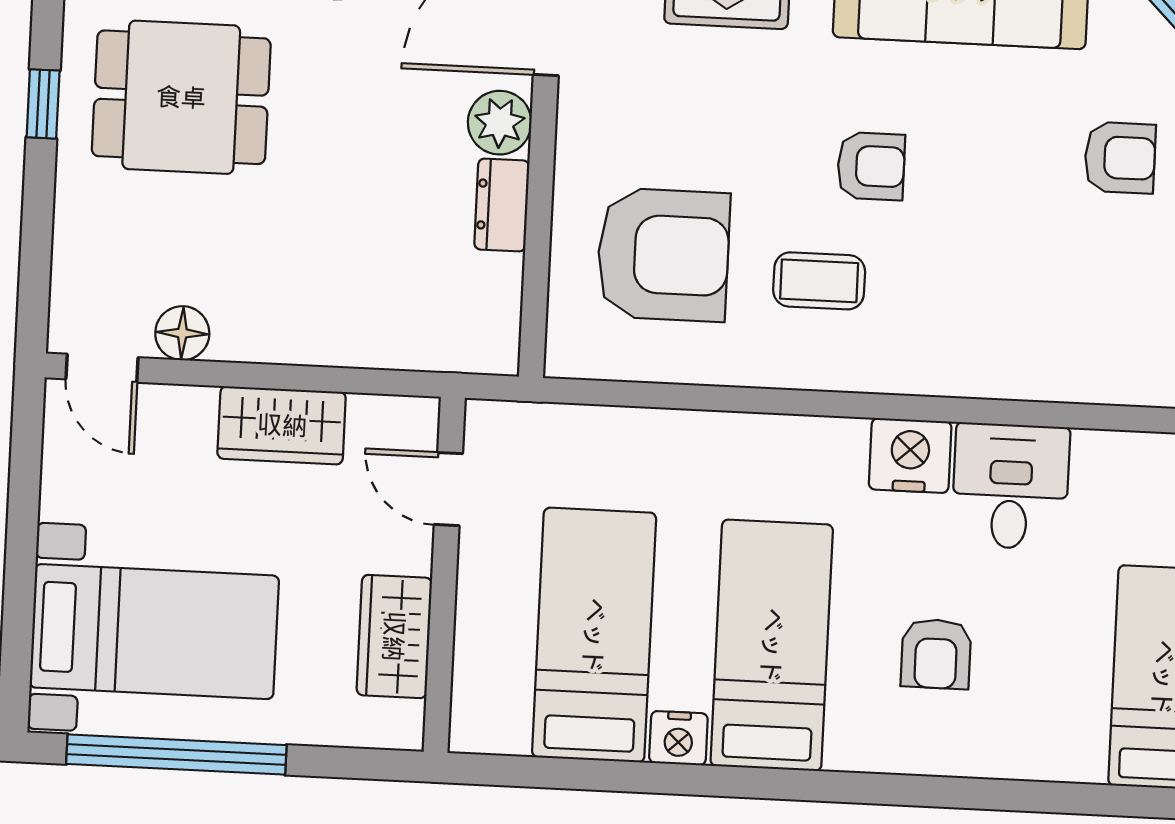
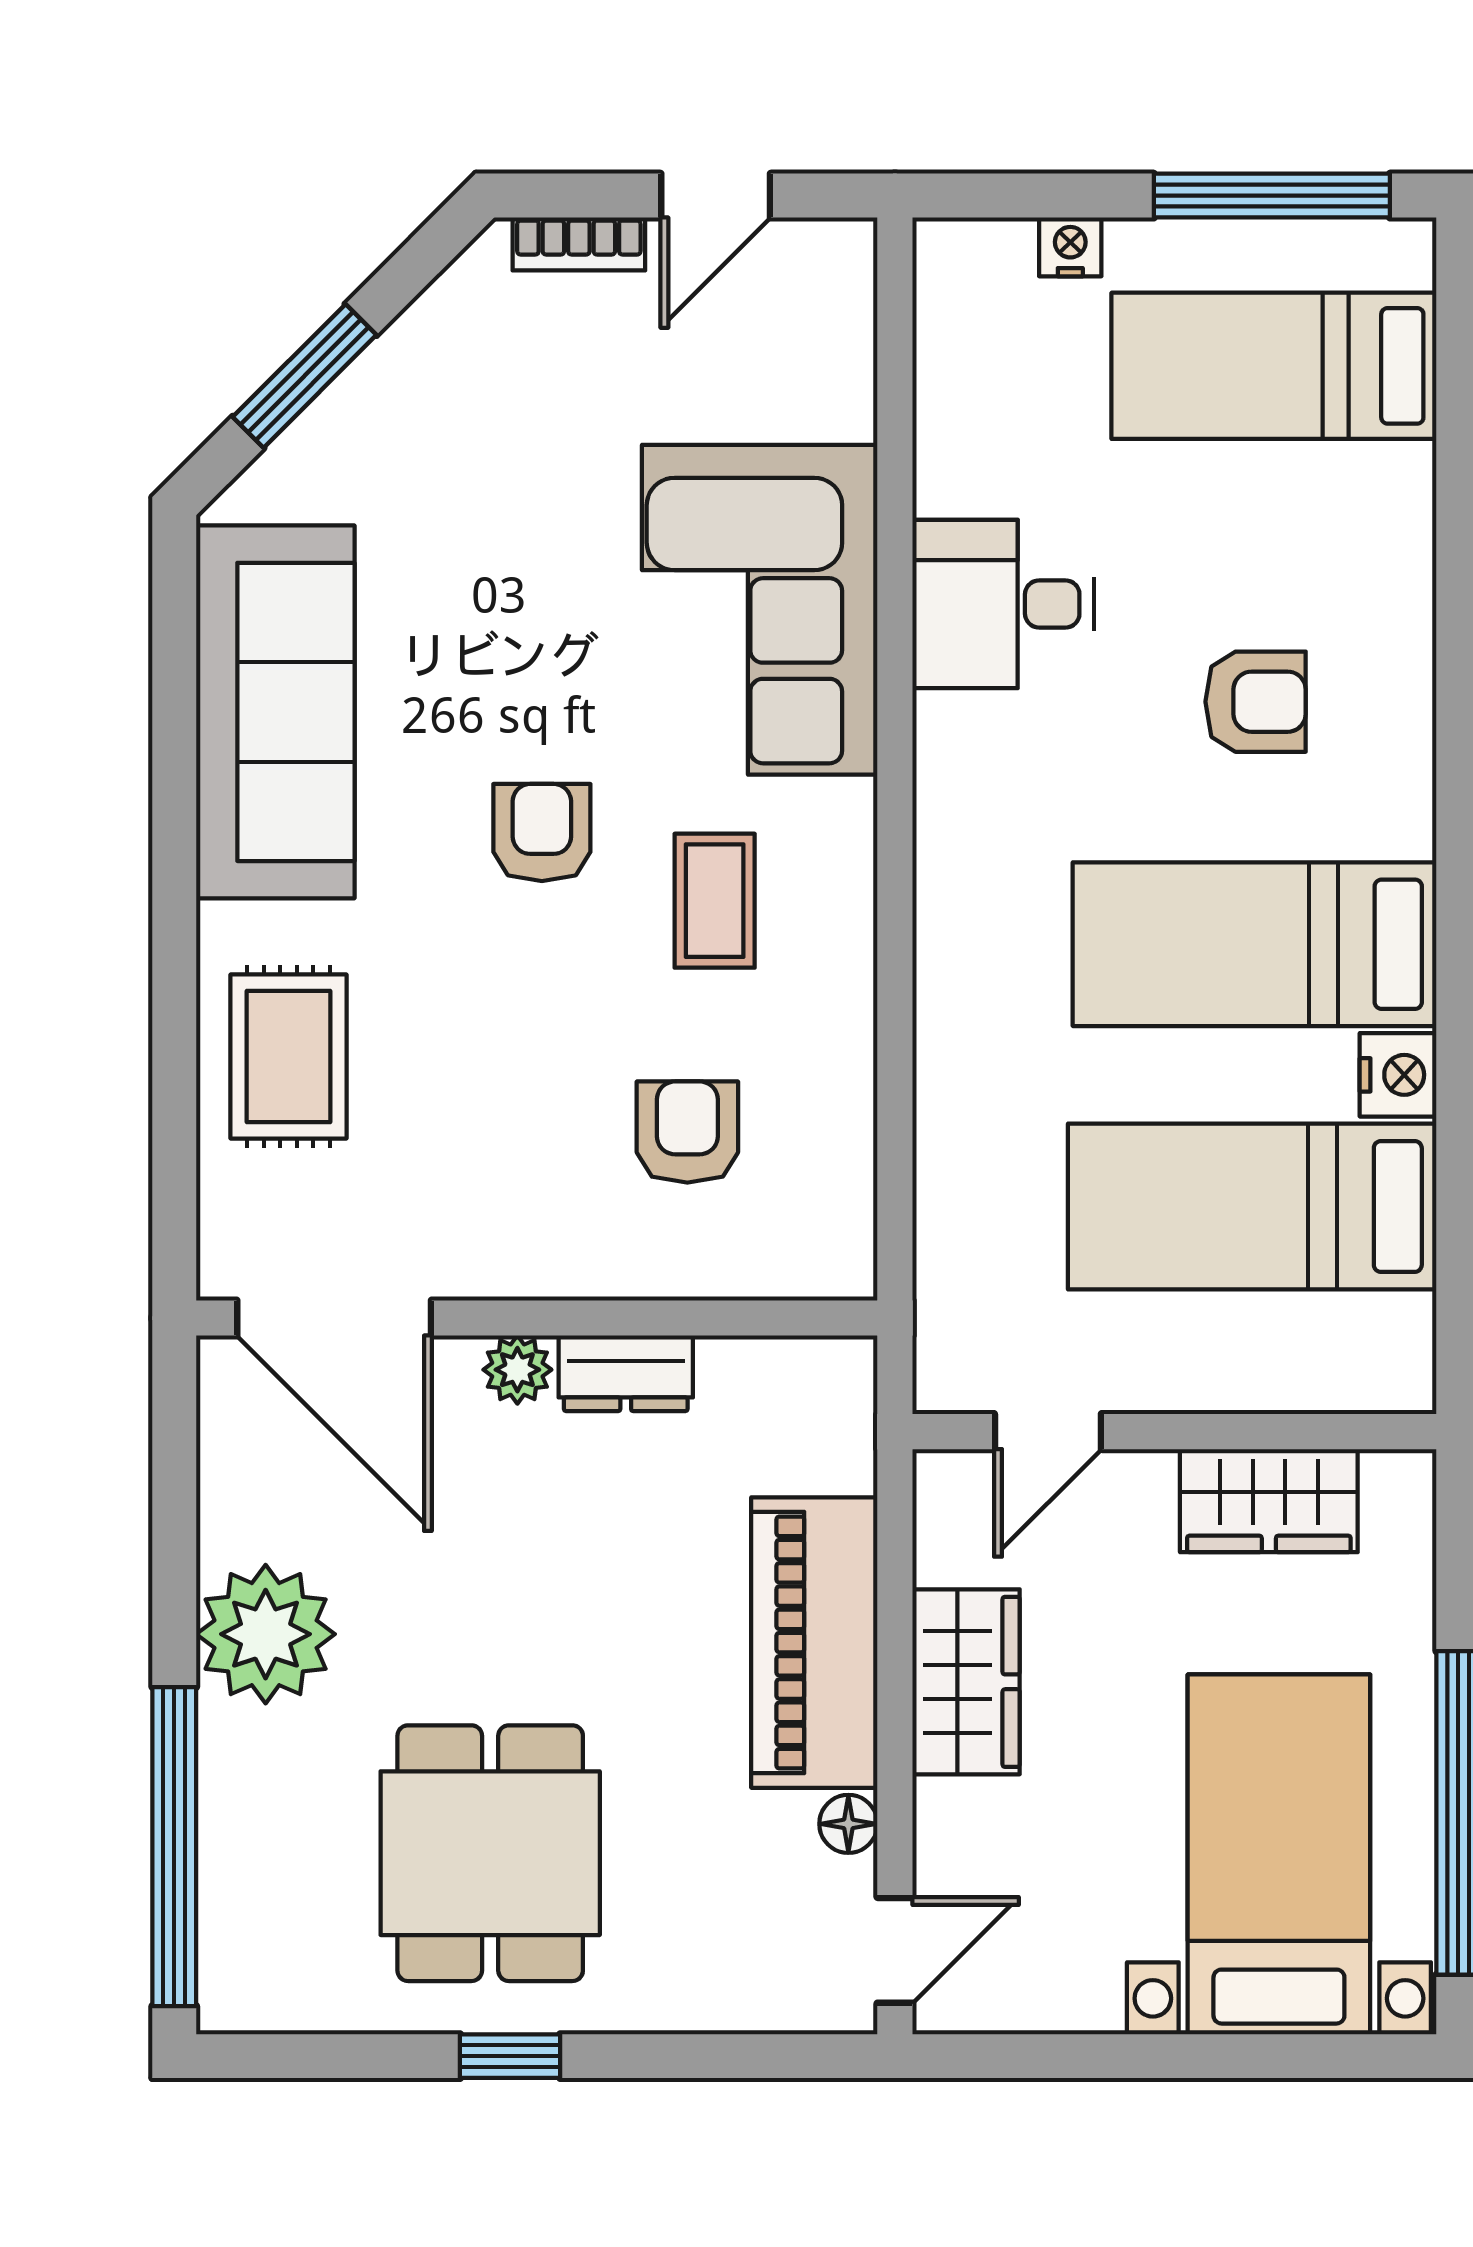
plant: (500, 123) -> (517, 1370), width x0.73, depth x0.73
armchair: (1120, 158) -> (512, 466), removed
armchair: (663, 255) -> (687, 1132), width x0.53, depth x0.53
corner sofa: (1015, 321) -> (760, 610), added
piano: (313, 324) -> (814, 1643), added
floor lamp: (182, 333) -> (848, 1824), width x0.73, depth x0.73
nightstand: (910, 455) -> (965, 754), removed

